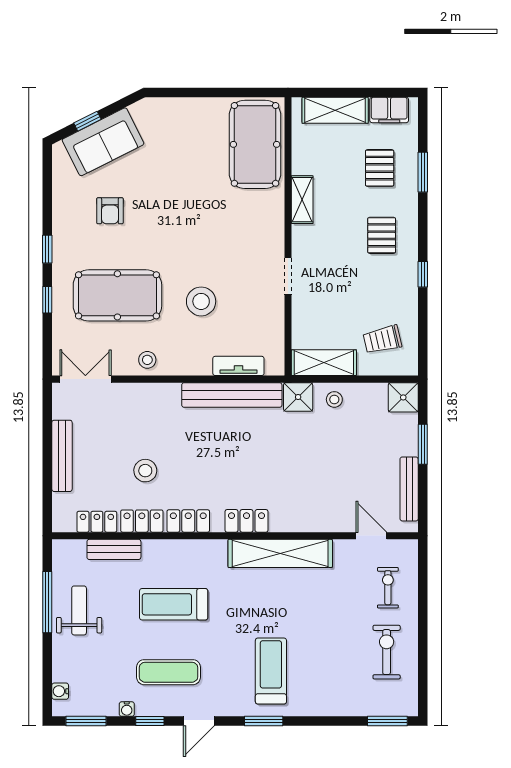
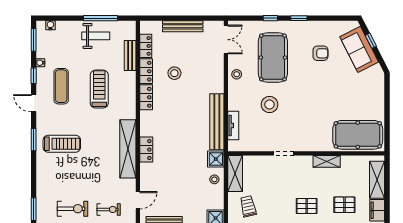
armchair: (110, 211) -> (320, 53), turned 180
locker: (247, 521) -> (146, 150), moved

